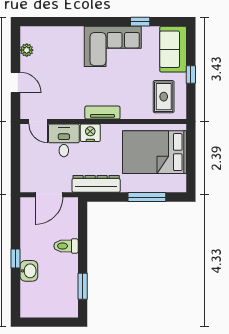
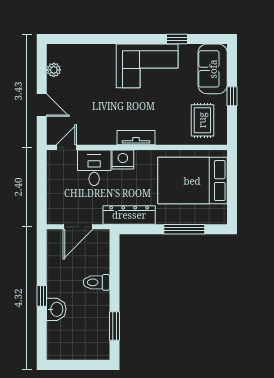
door: (38, 122) -> (66, 147), swing flipped

